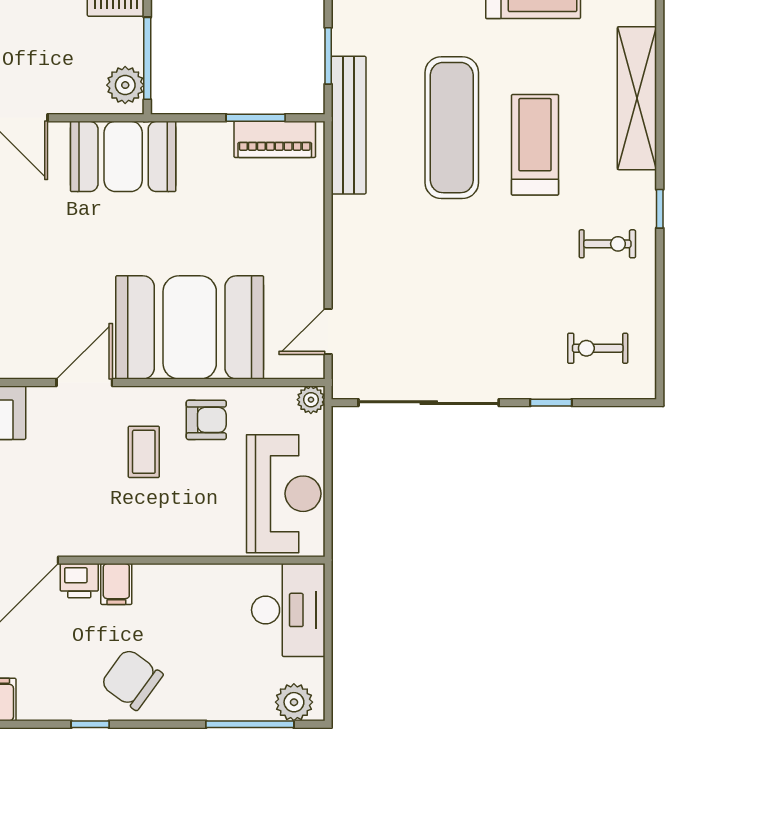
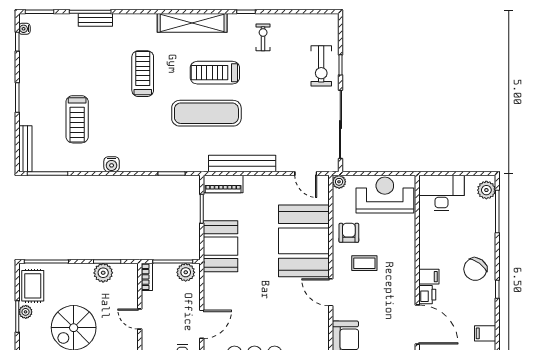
bench: (349, 125) -> (242, 163), moved
piano: (275, 139) -> (223, 184), moved, turned 90
booth: (123, 156) -> (220, 246), moved
exercise bike: (598, 348) -> (321, 66), moved, width x1.38, depth x1.39

